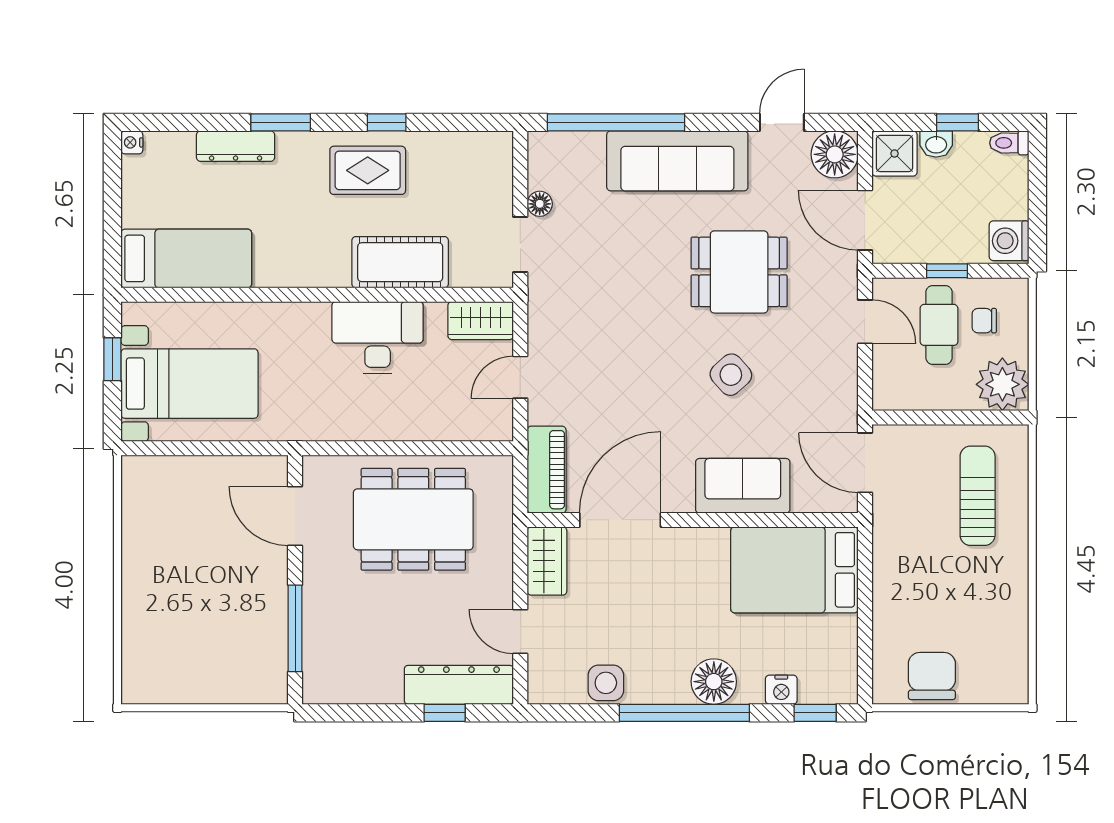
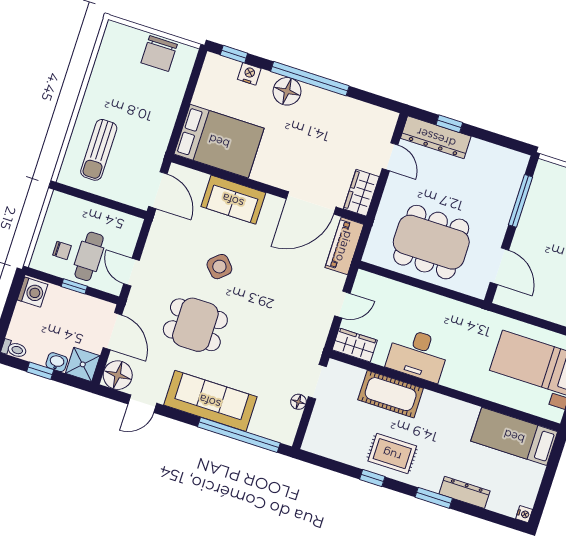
plant: (1002, 384) -> (63, 210), removed
side table: (606, 683) -> (350, 111), removed

